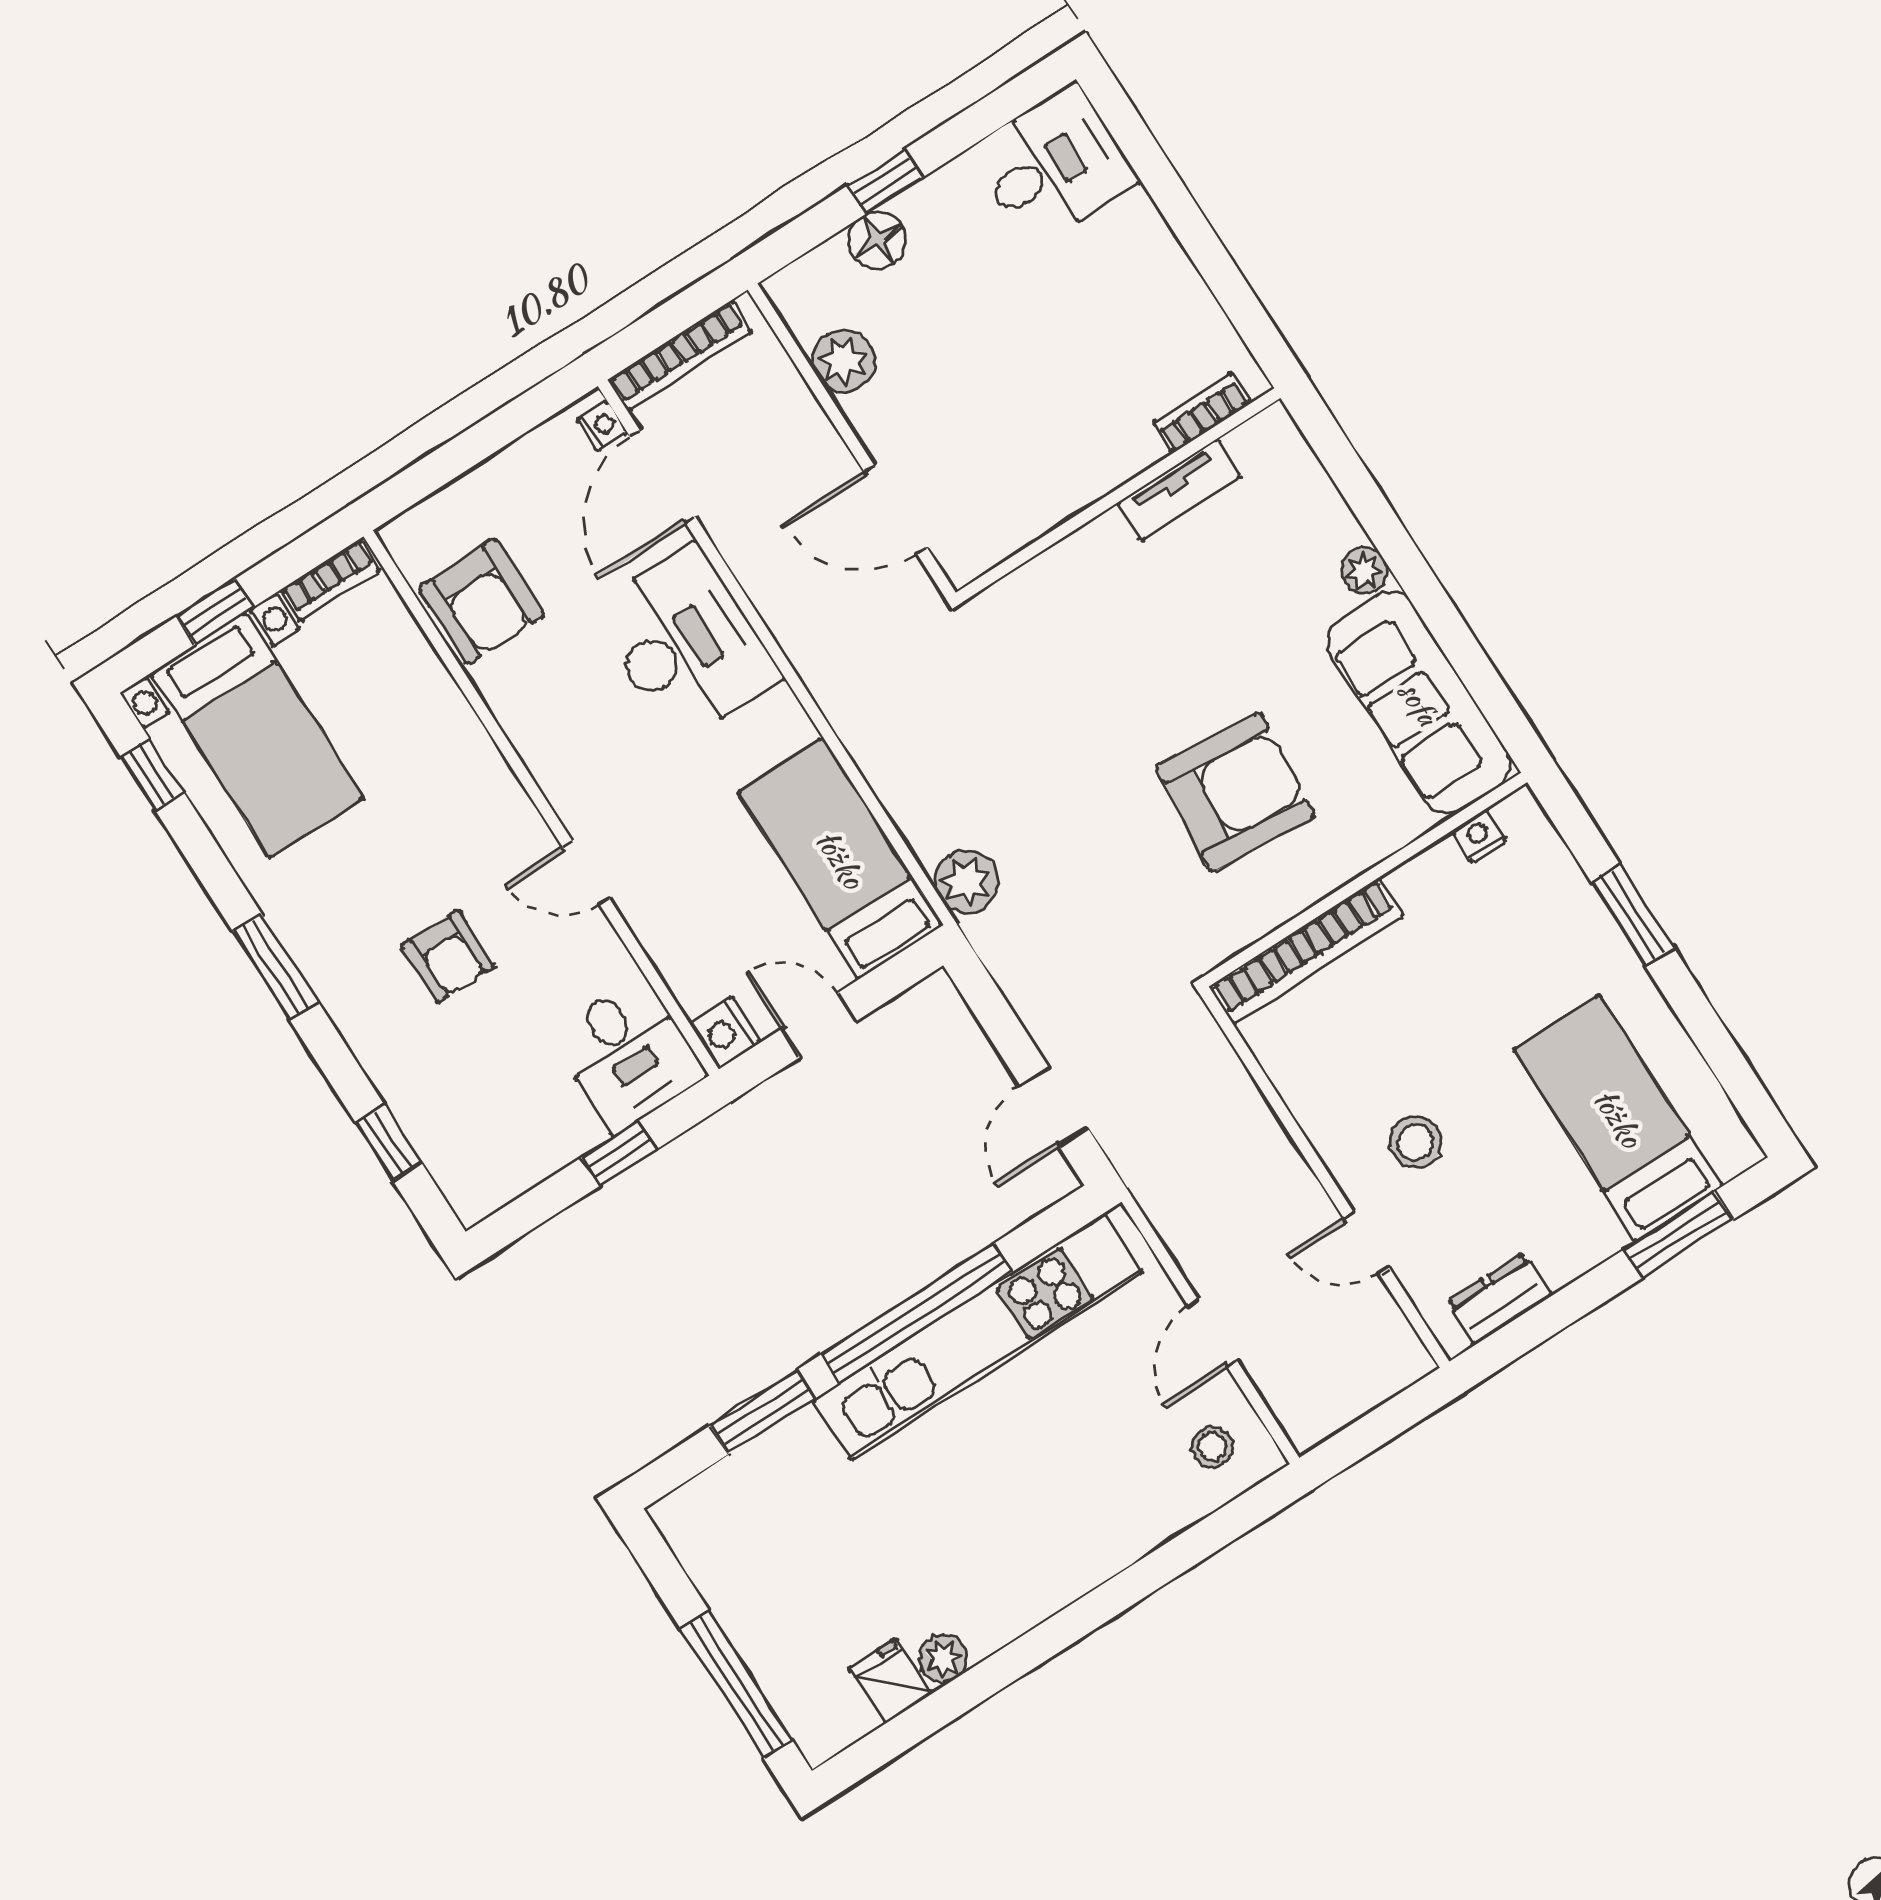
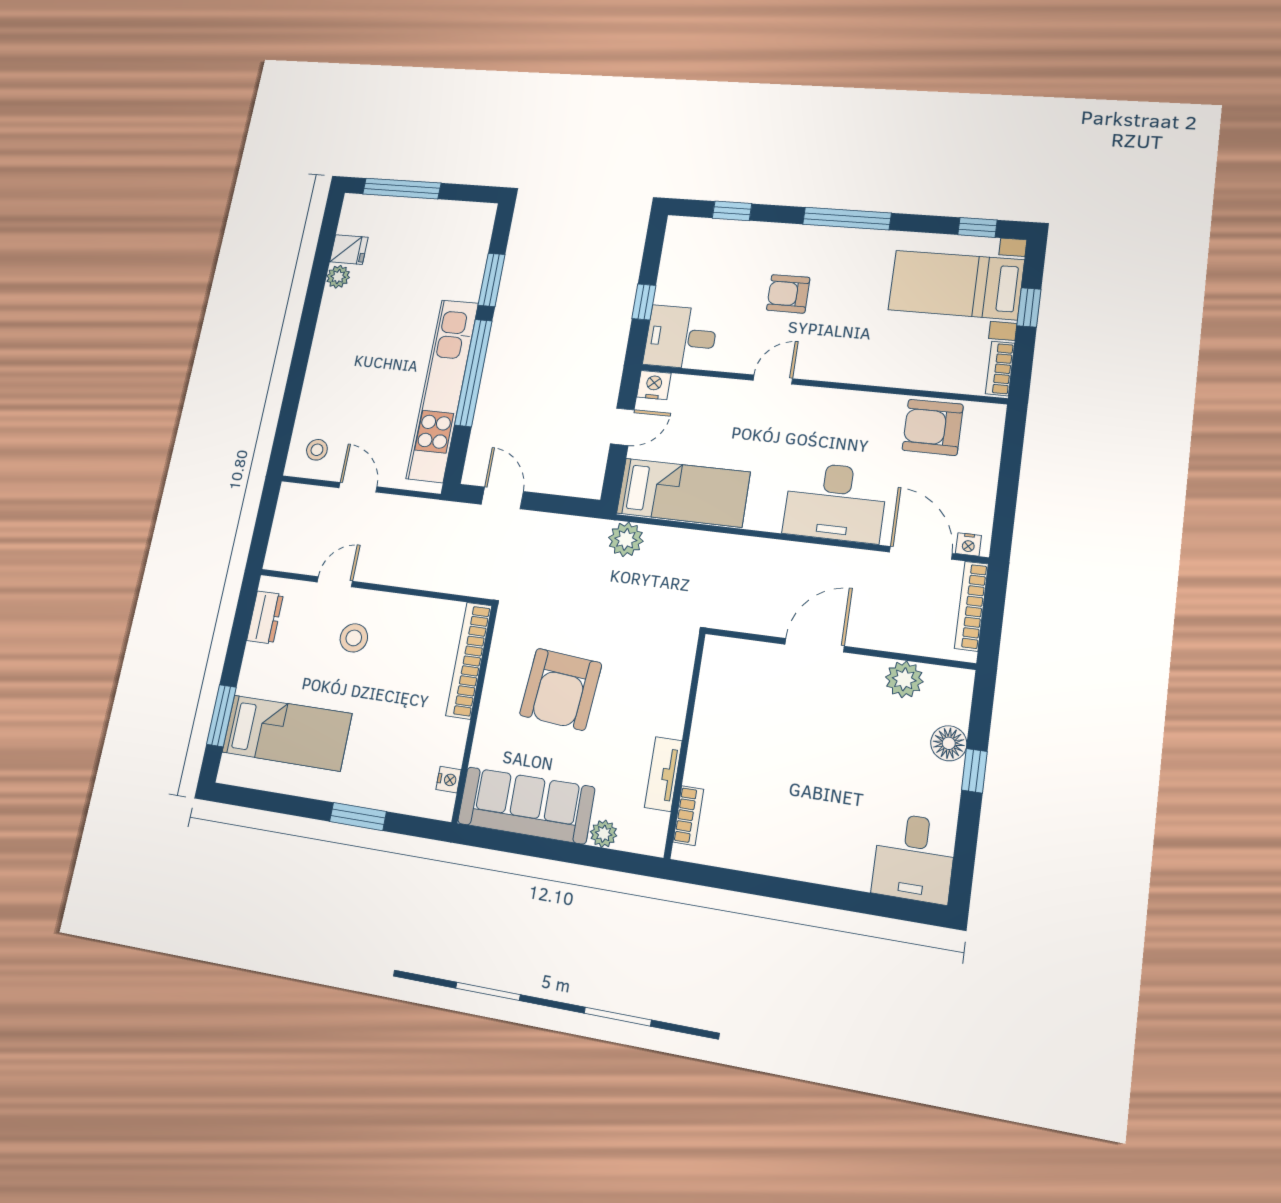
bookcase: (1202, 413) -> (688, 816), moved
tv unit: (1179, 490) -> (663, 774), moved
wall: (1118, 495) -> (685, 744), moved
window: (276, 967) -> (847, 219), width x1.44

